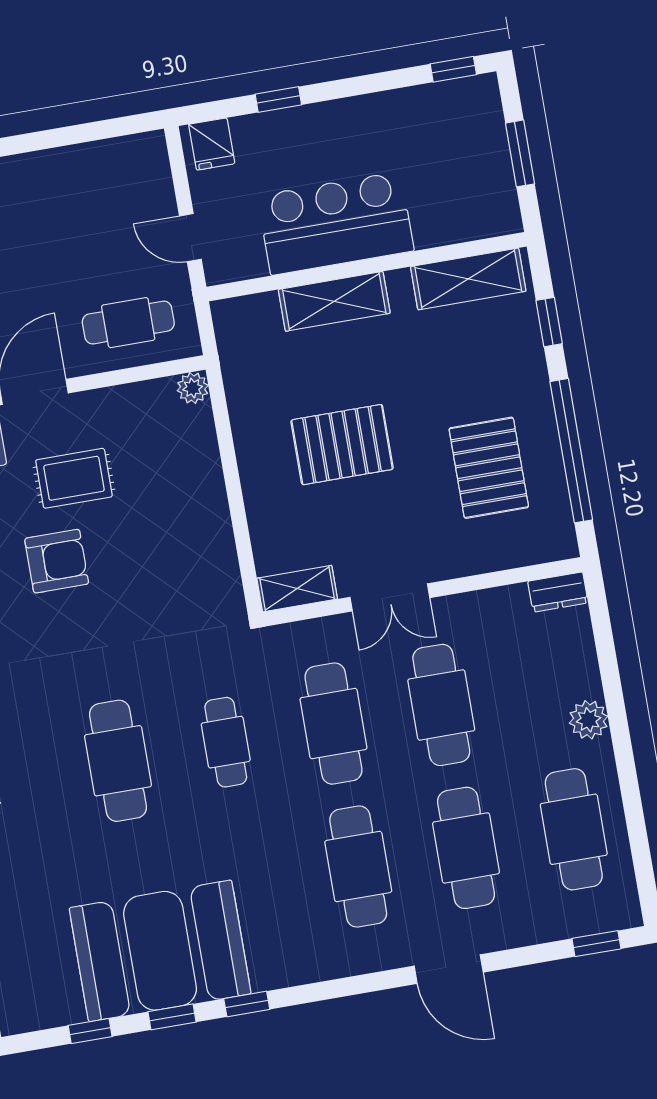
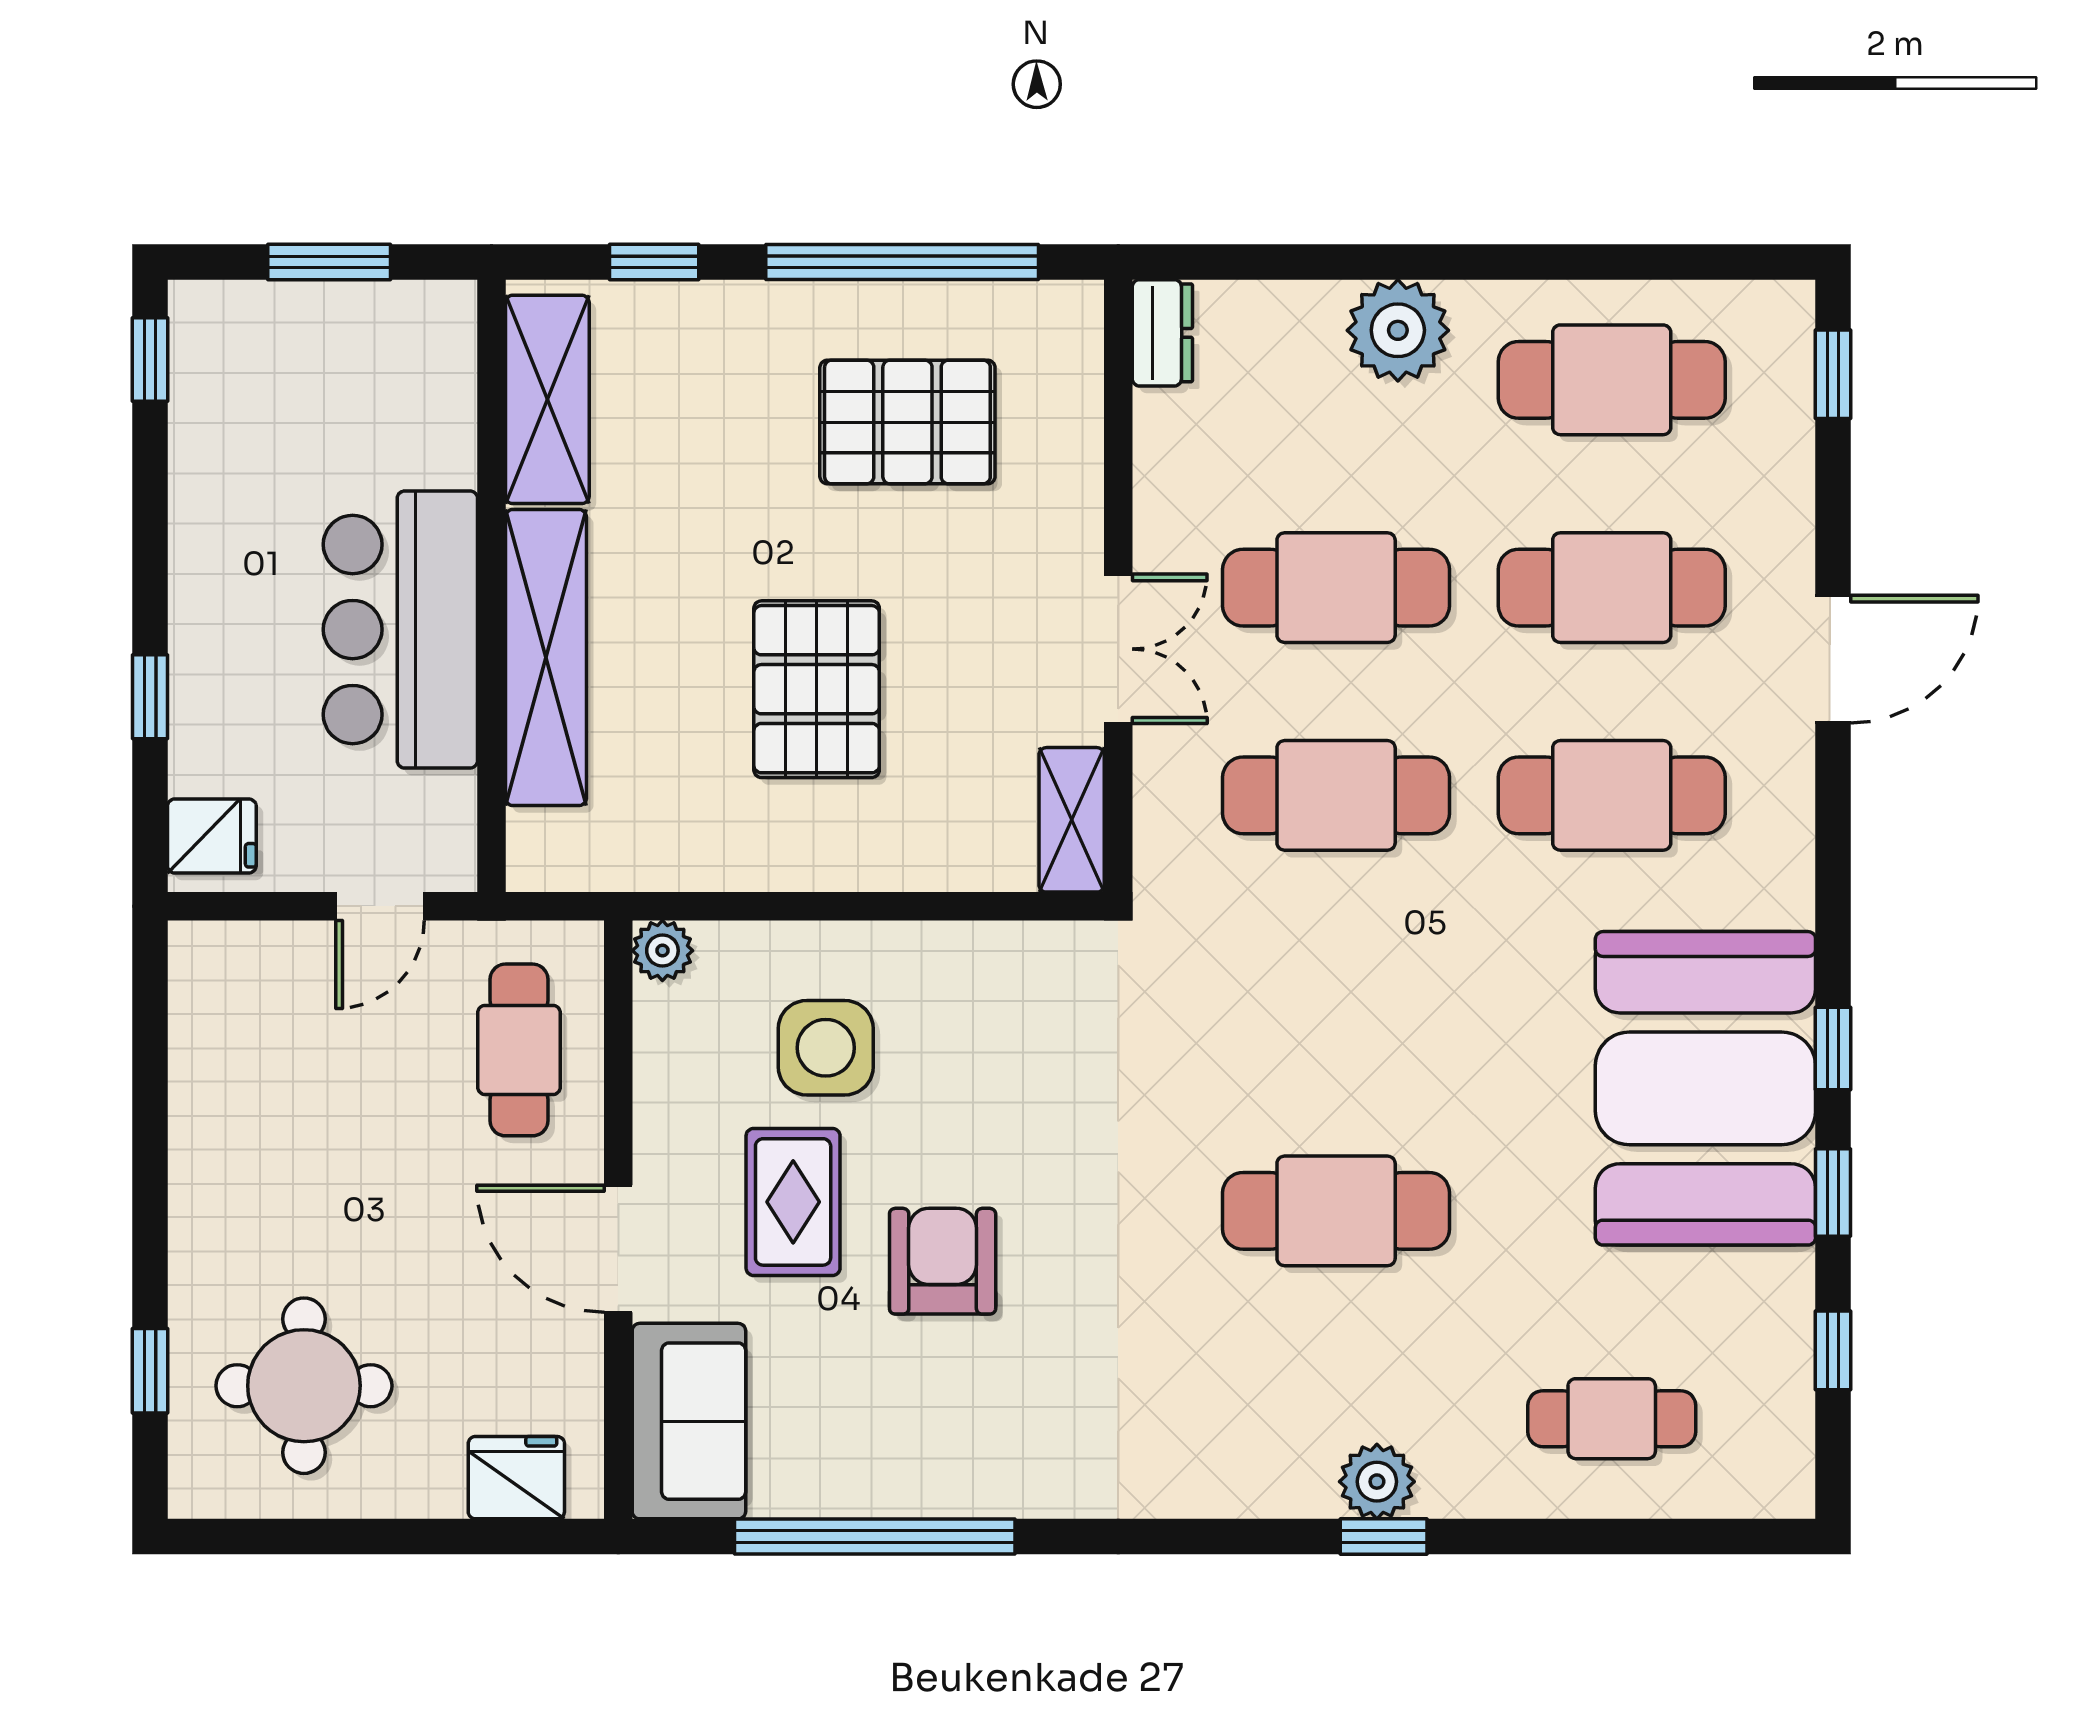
shelving: (334, 301) -> (546, 658), width x1.47
side table: (157, 481) -> (826, 1048), added
plant: (589, 720) -> (1398, 330), width x1.36, depth x1.36
cafe table: (226, 742) -> (1612, 1419), moved
booth: (160, 951) -> (1705, 1088), moved

